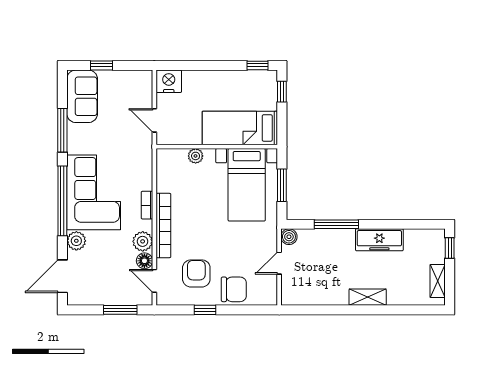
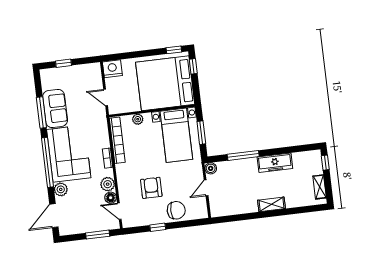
sofa: (82, 96) -> (55, 109), moved
bed: (240, 128) -> (165, 83), width x2.04
bookcase: (163, 225) -> (117, 140), moved
armchair: (196, 273) -> (151, 188), moved

